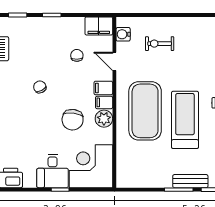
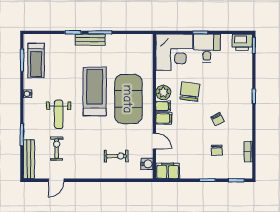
chair: (77, 55) -> (217, 150), moved
treadmill: (185, 120) -> (95, 91), turned 180

